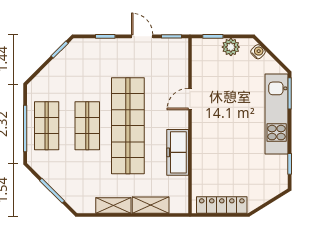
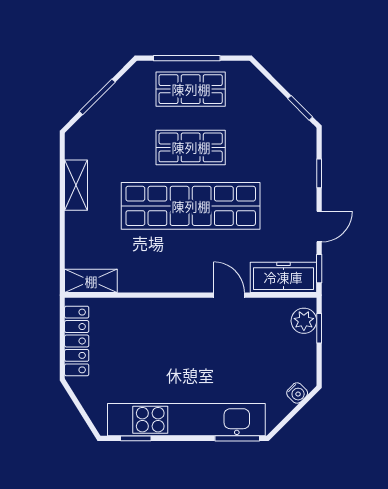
plant: (231, 47) -> (304, 321), moved
kitchen unit: (277, 114) -> (186, 420), width x1.36
freezer: (178, 152) -> (283, 277), moved
shelving: (151, 205) -> (91, 281), moved, turned 90

